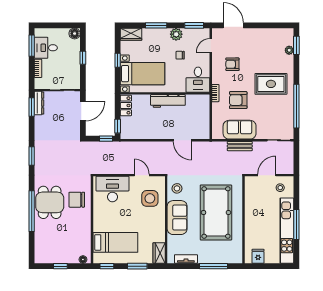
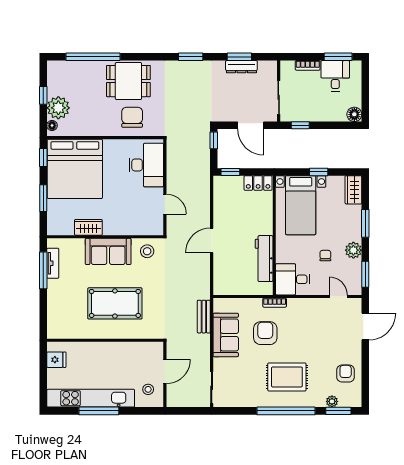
window: (83, 58) -> (300, 125), moved
armchair: (232, 64) -> (346, 374), moved
rug: (271, 84) -> (287, 377), turned 90
workbench: (168, 101) -> (264, 259), moved
dresser: (39, 103) -> (241, 67), moved
window: (296, 106) -> (286, 411), moved
window: (32, 107) -> (239, 57), moved
window: (106, 139) -> (214, 140), moved
door: (182, 140) -> (212, 240), moved
bench: (240, 146) -> (204, 317), moved
door: (142, 175) -> (165, 204), hinge flipped
door: (267, 175) -> (165, 371), hinge flipped
side table: (150, 198) -> (134, 215), removed
window: (32, 211) -> (93, 57), moved
pool table: (216, 212) -> (115, 303), width x0.73, depth x0.76
bed: (115, 242) -> (75, 169), width x2.04
wardrobe: (159, 253) -> (88, 227), moved
plant: (70, 255) -> (58, 108), added
window: (214, 266) -> (43, 270), moved

